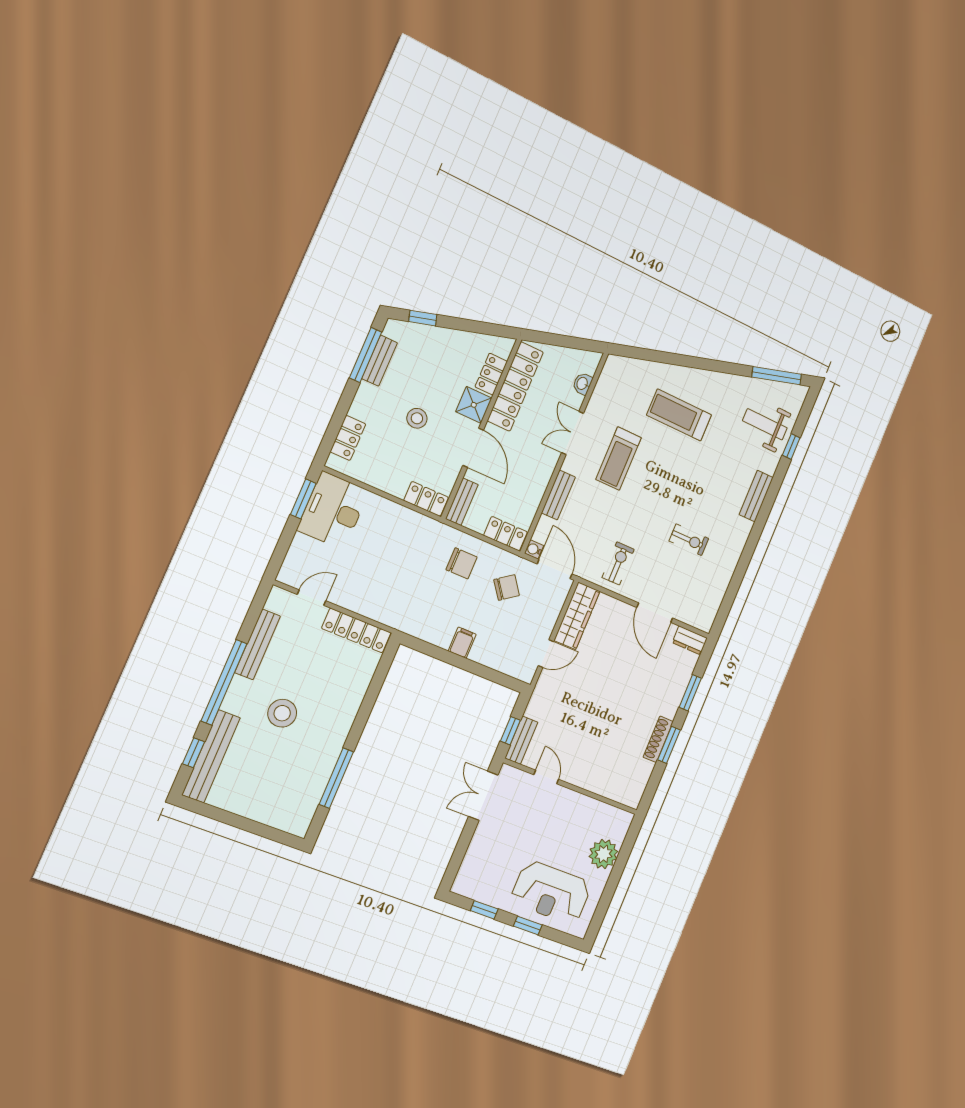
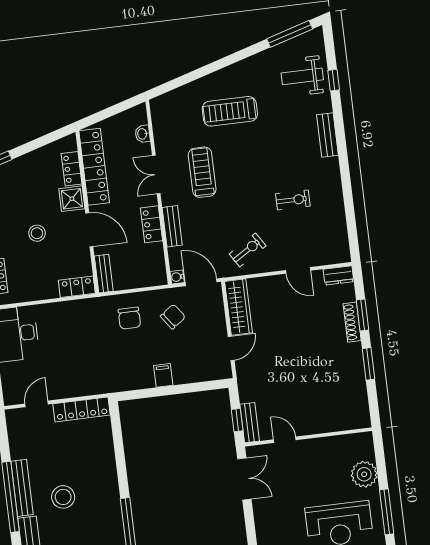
treadmill: (619, 459) -> (202, 172), turned 180
locker: (506, 534) -> (152, 224), moved, turned -90
chair: (462, 563) -> (129, 318), turned 90
exercise bike: (618, 563) -> (248, 250), turned 58
door: (655, 613) -> (298, 270), width x0.73
bench: (258, 644) -> (22, 488), moved
shoe rack: (658, 739) -> (352, 322), moved
double door: (483, 796) -> (244, 479), swing flipped
window: (604, 904) -> (387, 512), added

